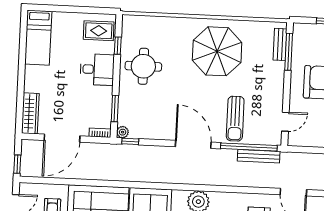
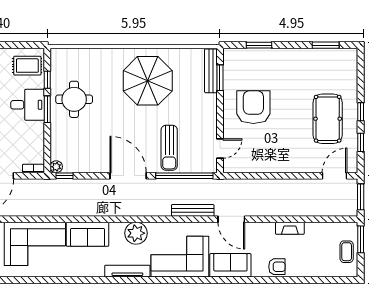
bench: (280, 44) -> (211, 71), width x1.36
window: (289, 52) -> (220, 78), width x0.69
window: (115, 109) -> (47, 109), moved
bench: (259, 156) -> (193, 210), moved

